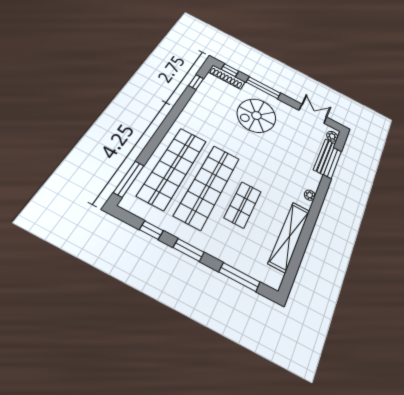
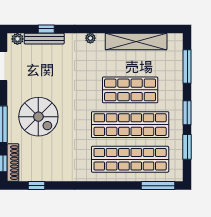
window: (333, 163) -> (46, 29), width x0.46
shop shelf: (243, 205) -> (130, 90), width x1.43, depth x1.36
window: (151, 230) -> (187, 147), width x1.50

